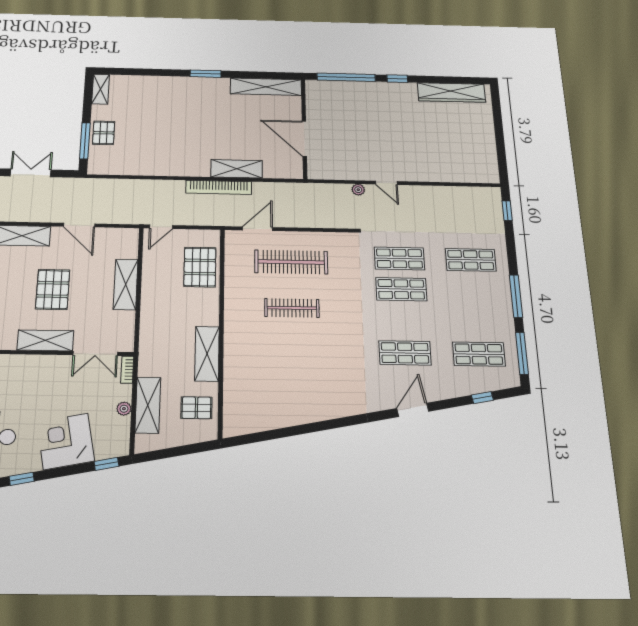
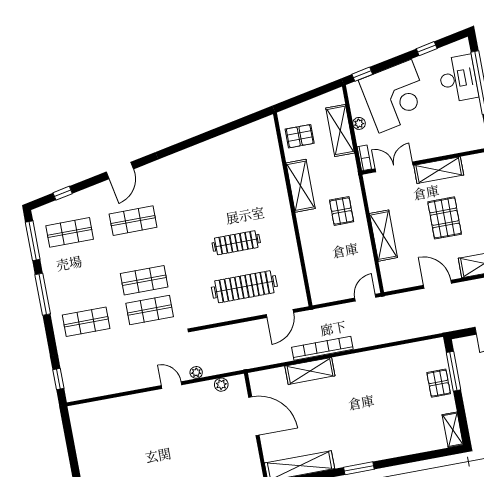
plant: (333, 174) -> (221, 385), added
pallet: (200, 267) -> (342, 211), moved, width x0.67, depth x0.71
corner desk: (66, 441) -> (395, 96), width x1.36, depth x1.36

